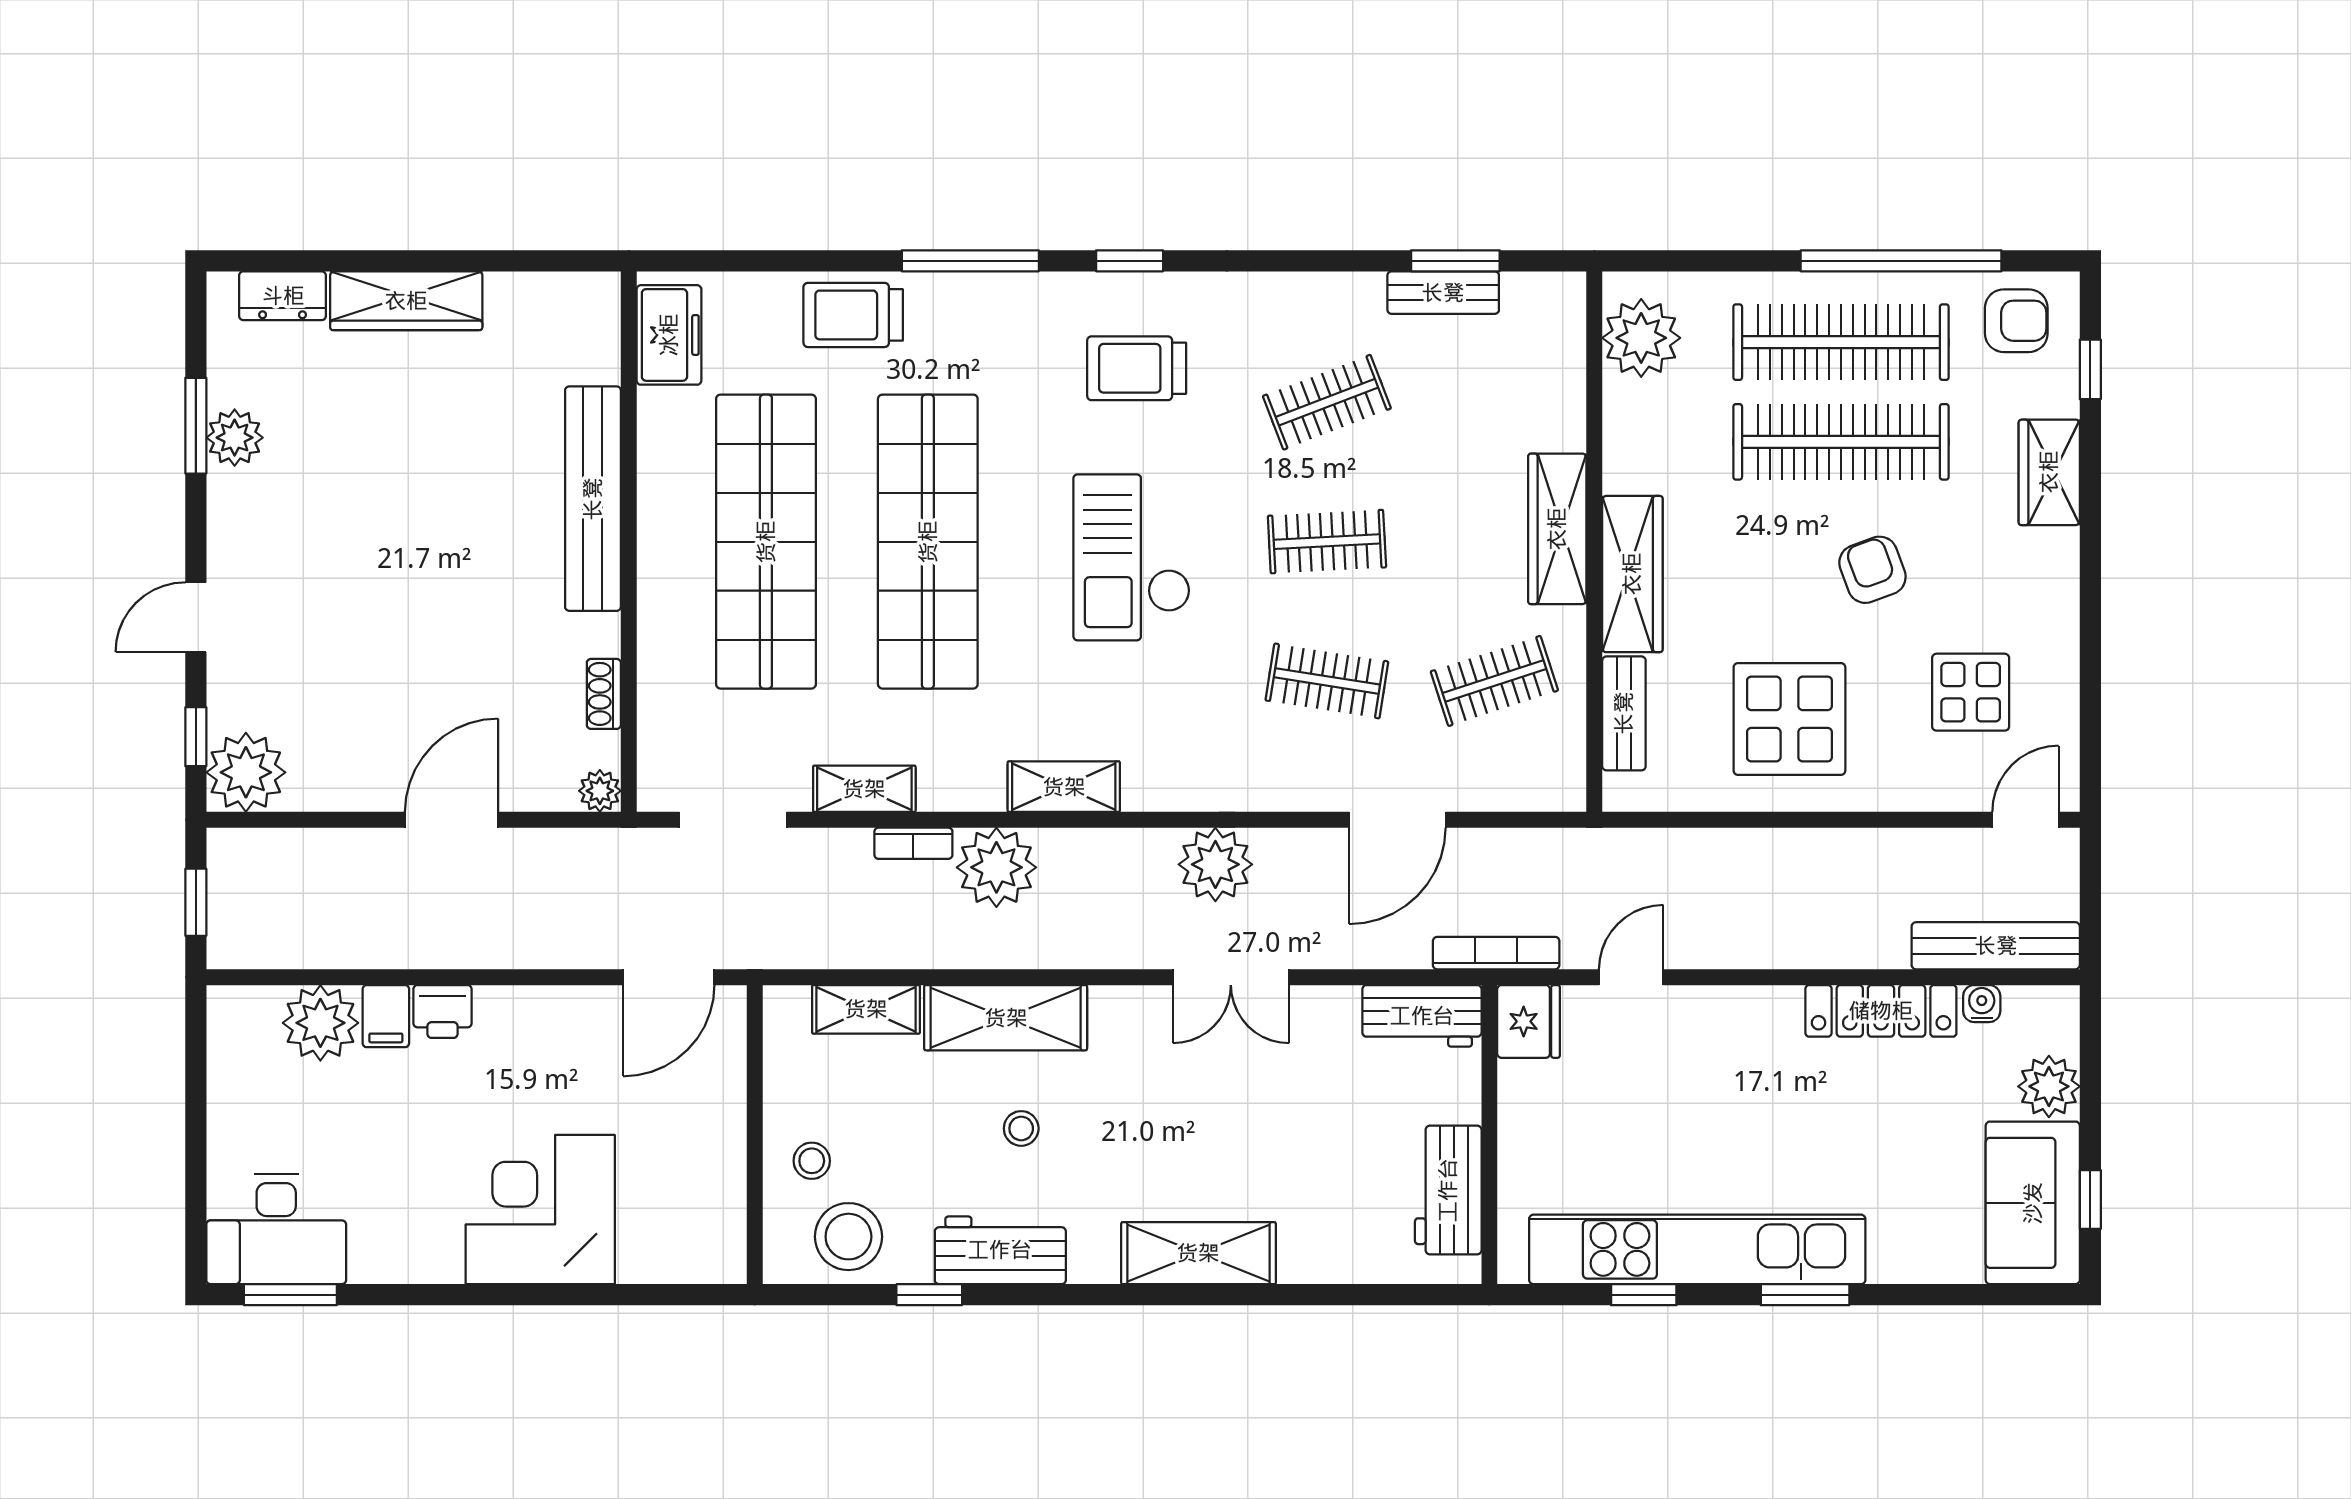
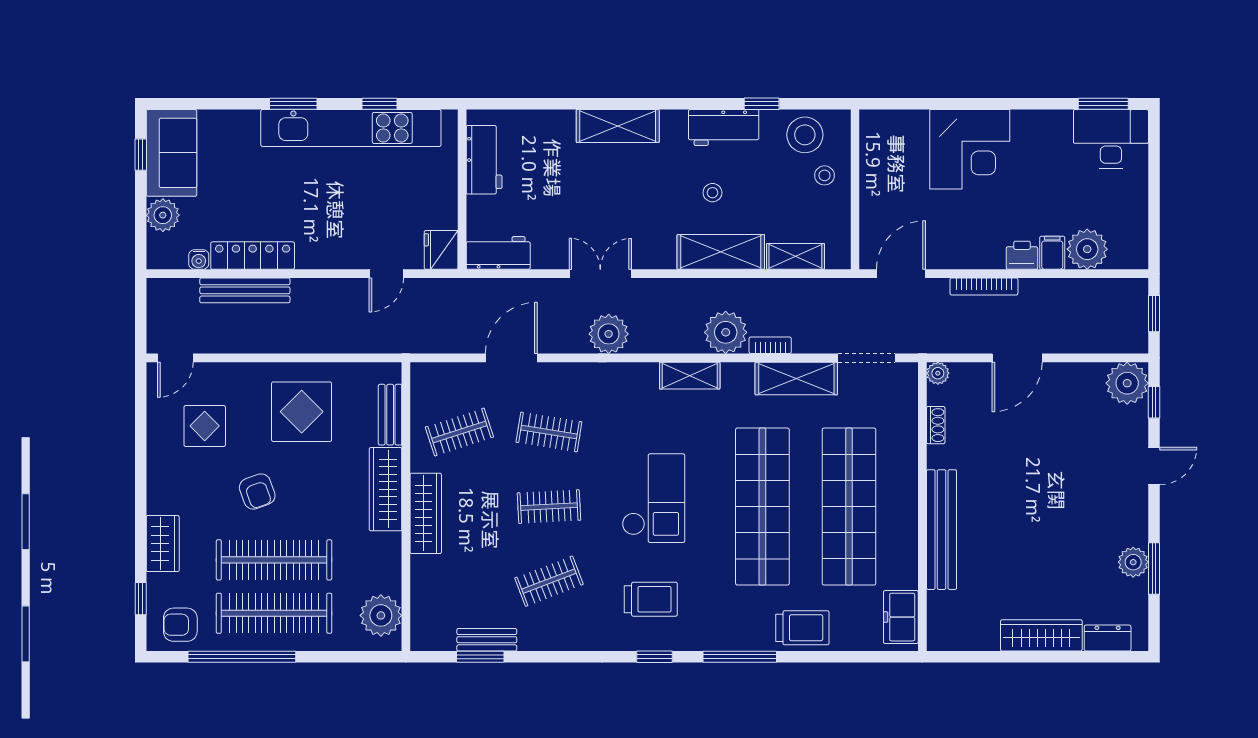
shelving: (864, 789) -> (796, 378), width x1.50, depth x1.33
bench: (1996, 946) -> (245, 290), moved
bookcase: (1496, 953) -> (984, 286), moved

